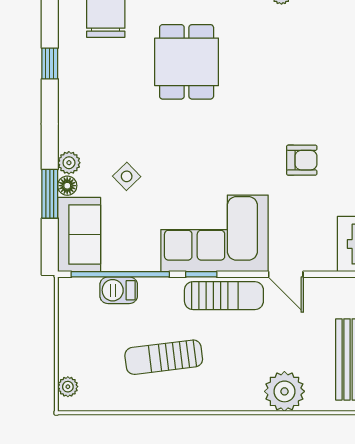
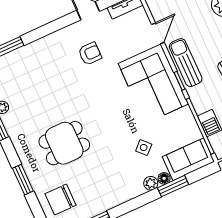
armchair: (302, 160) -> (90, 54), turned 90

